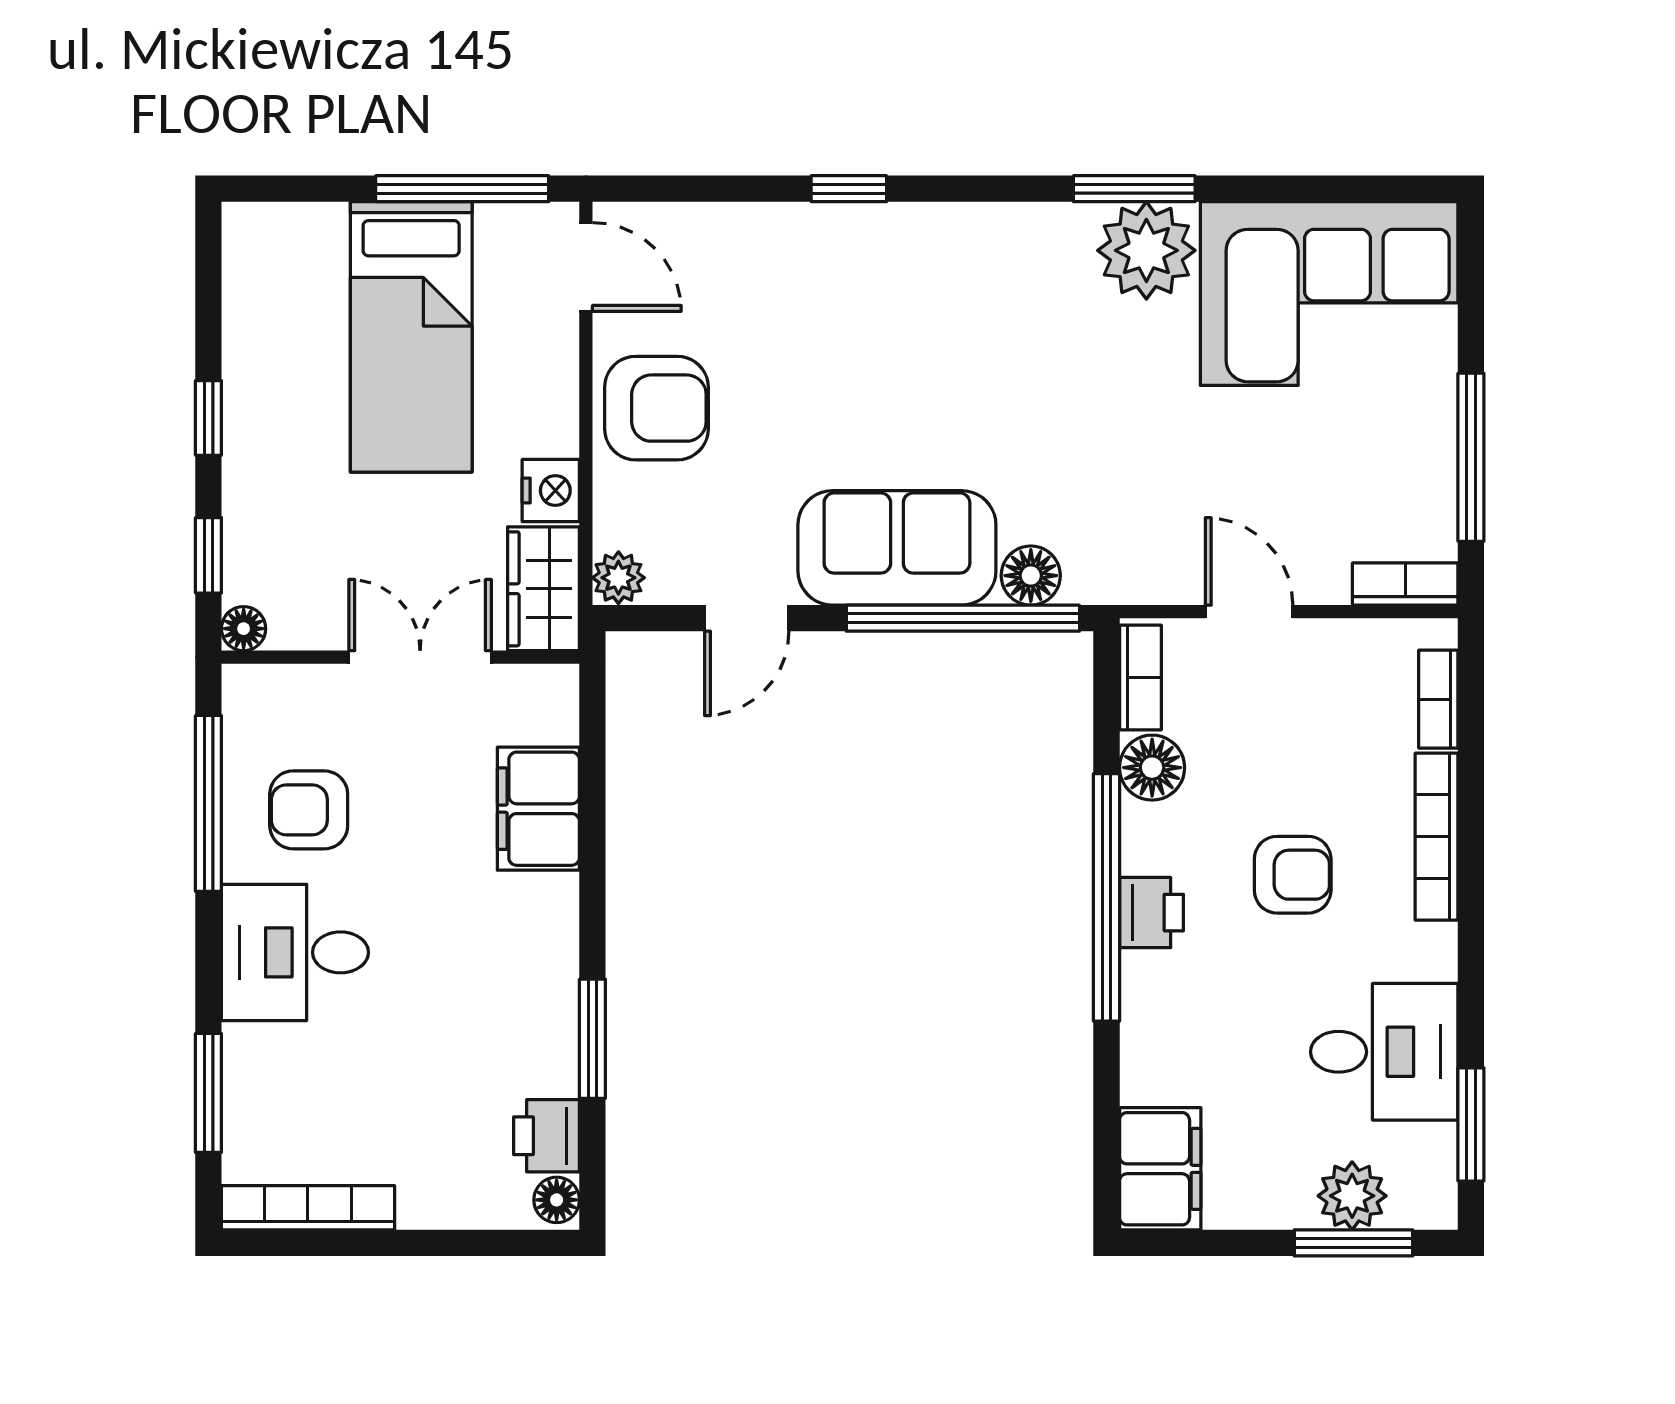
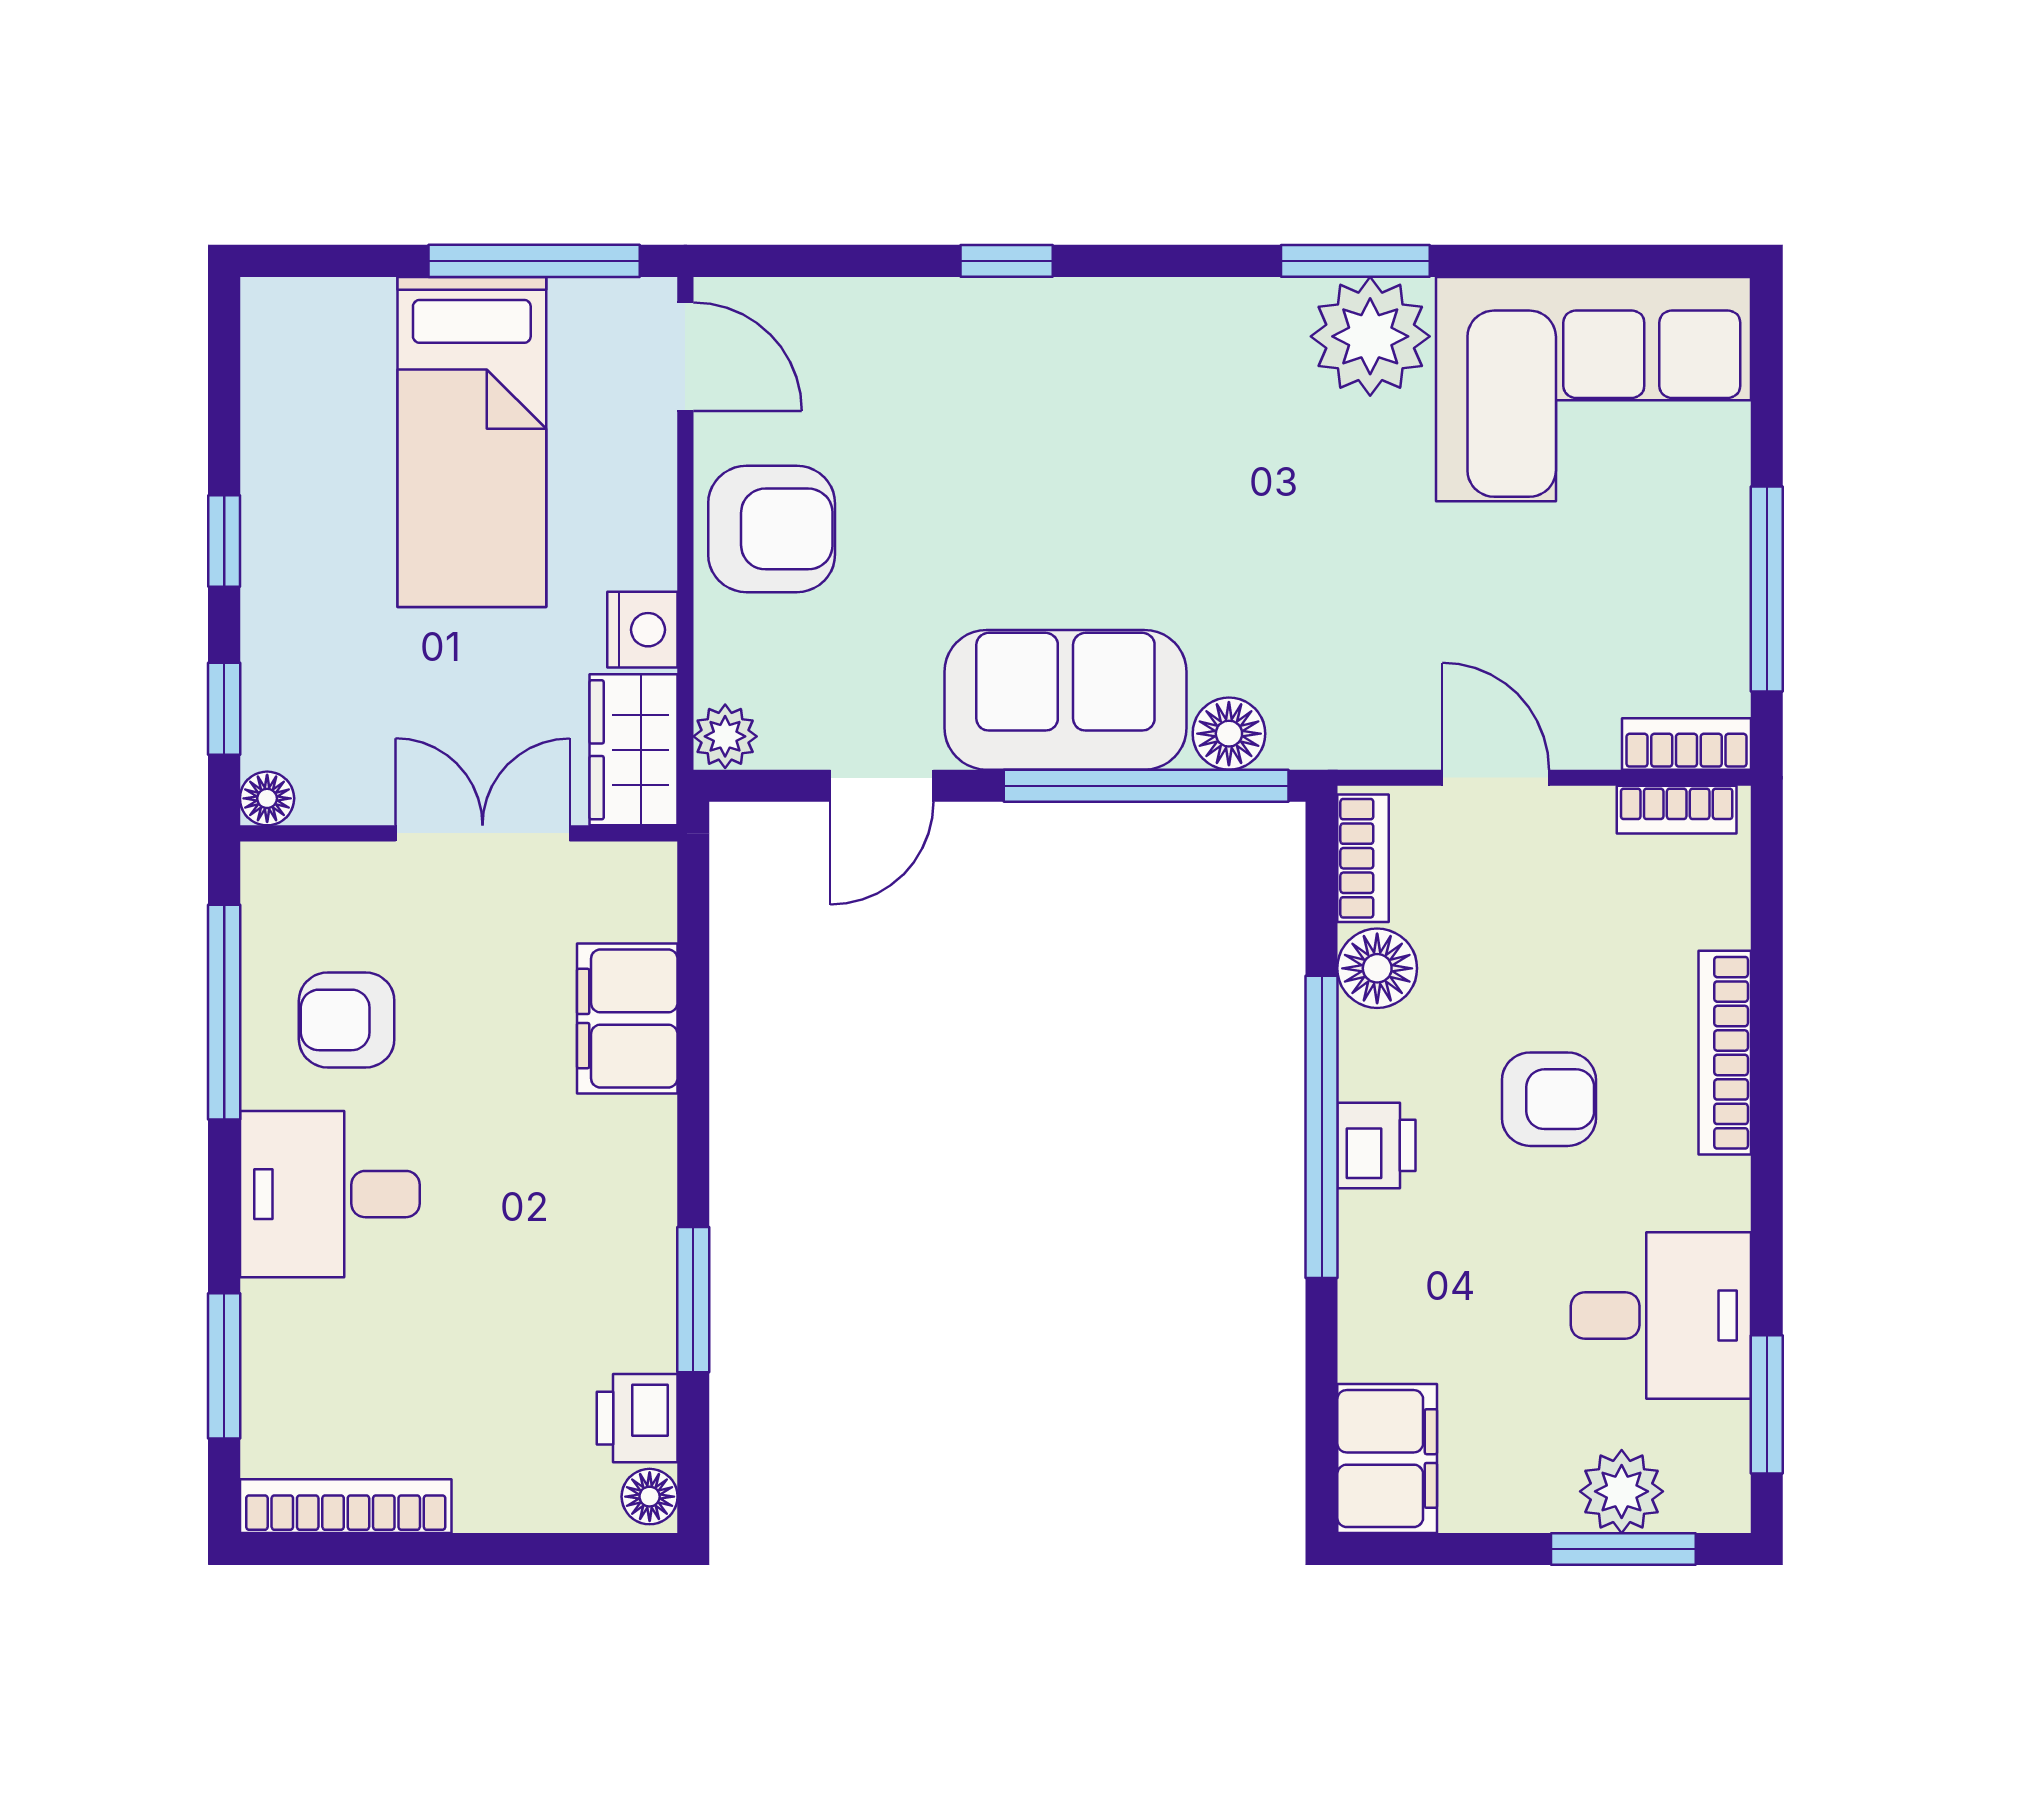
bookcase: (1438, 699) -> (1677, 810), moved, turned -90

